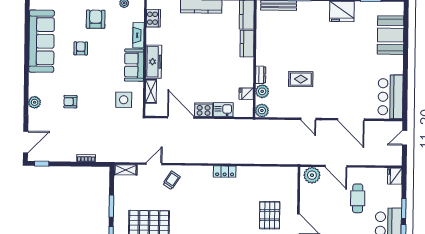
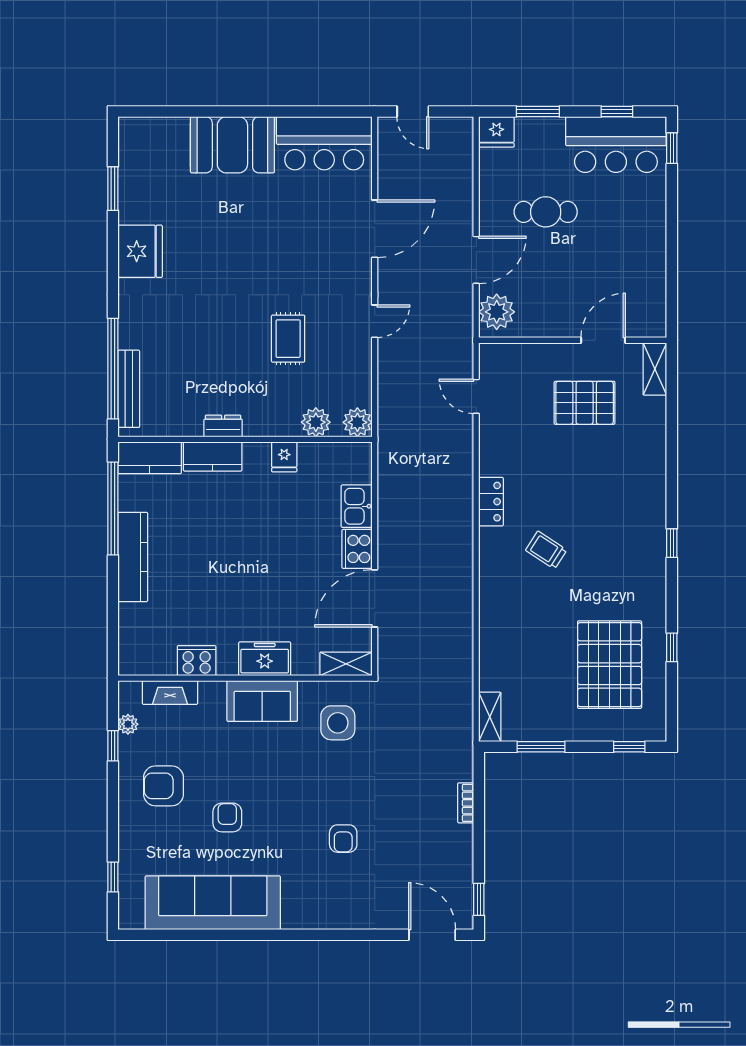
cooker: (153, 18) -> (197, 661), moved
fireplace: (138, 35) -> (170, 692), moved
booth: (391, 35) -> (232, 145), moved
armchair: (81, 48) -> (227, 817), turned 90
freezer: (154, 62) -> (265, 659), width x0.71
dresser: (261, 75) -> (223, 426), moved
shelving: (151, 91) -> (346, 664), moved
fridge: (246, 94) -> (284, 457), moved
plant: (35, 102) -> (346, 916), removed
door: (154, 164) -> (476, 396), moved
trolley: (172, 180) -> (546, 550), moved
window: (111, 206) -> (541, 747), moved
window: (404, 208) -> (538, 112), moved

